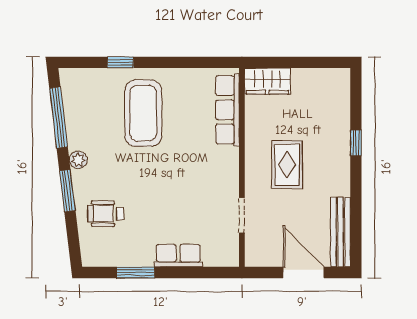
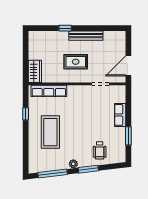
window: (120, 62) -> (26, 114), moved
coffee table: (143, 113) -> (50, 132), turned 90
bench: (341, 232) -> (86, 36), moved
door: (303, 273) -> (128, 66), moved

